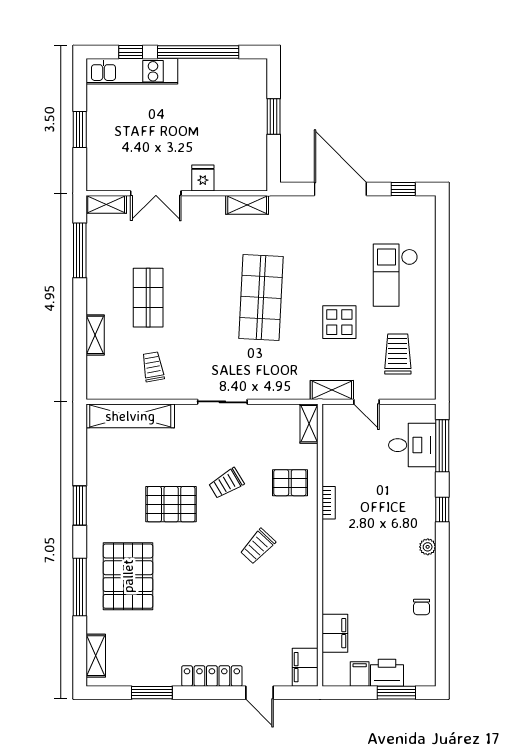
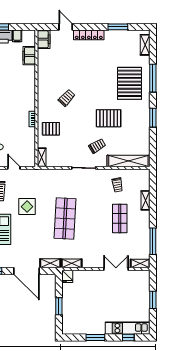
window: (198, 52) -> (95, 337), width x0.47
fridge: (203, 178) -> (67, 276), moved
shelving: (332, 390) -> (50, 263), moved
trolley: (226, 483) -> (97, 146), moved

